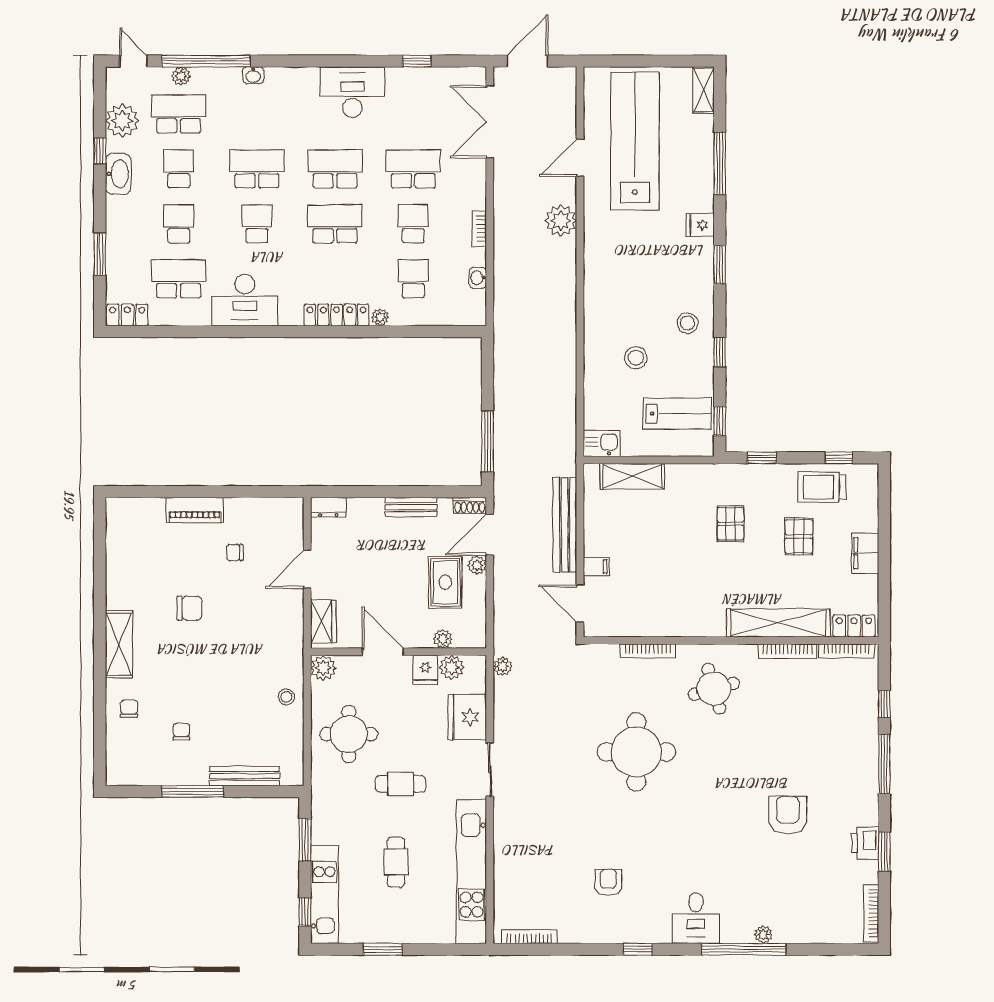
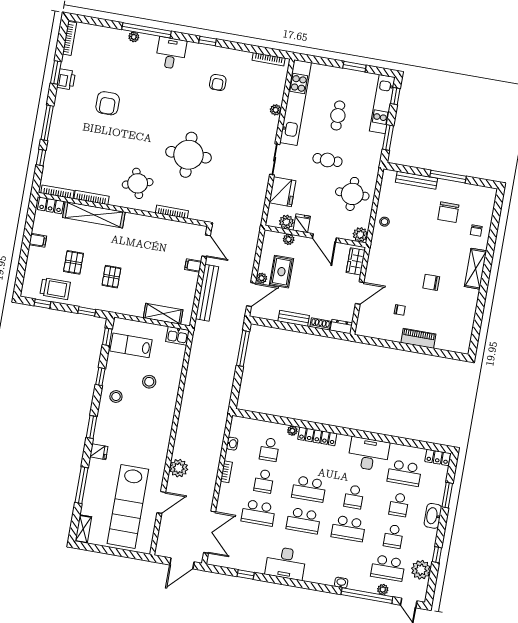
washbasin: (118, 174) -> (433, 516), moved
shoe rack: (470, 505) -> (320, 324), moved
filing cabinet: (865, 553) -> (38, 240), width x0.50
plant: (503, 666) -> (276, 110), moved
chair: (181, 732) -> (448, 212), width x1.87, depth x1.87

